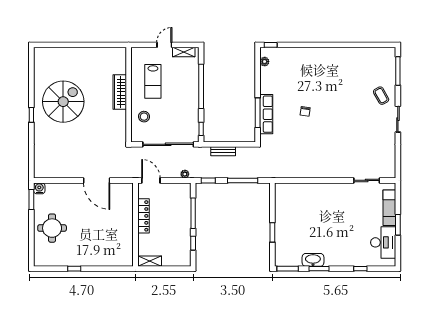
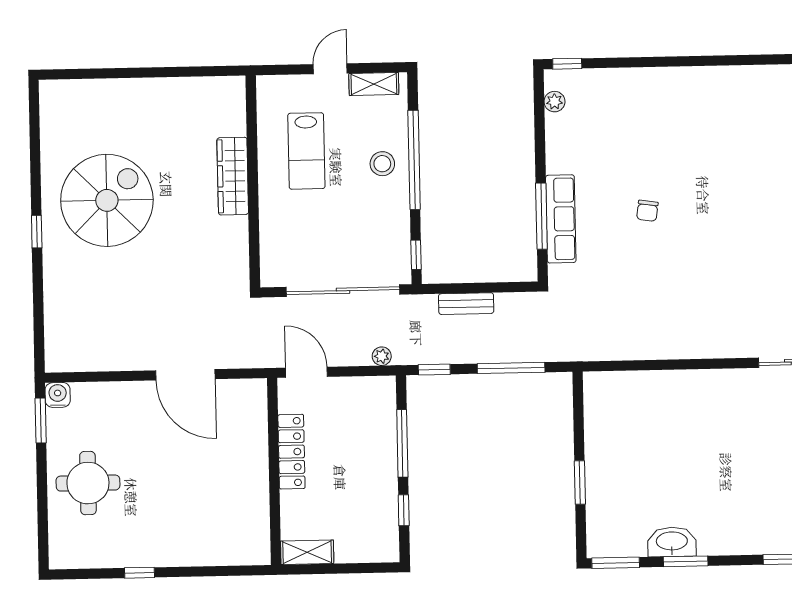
stool: (144, 117) -> (382, 164), moved

